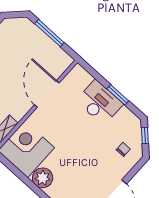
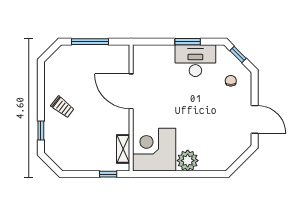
desk: (99, 102) -> (195, 61), moved

